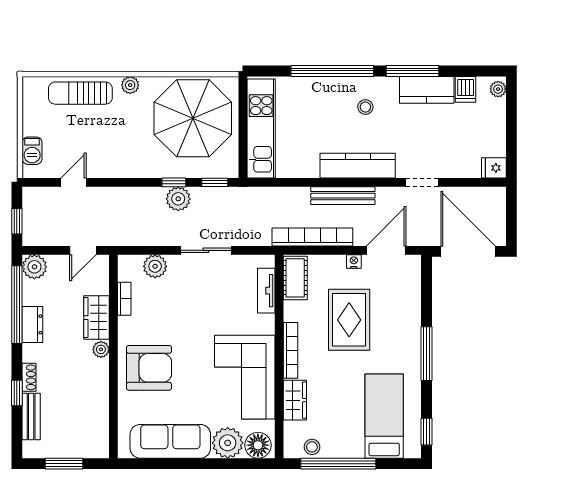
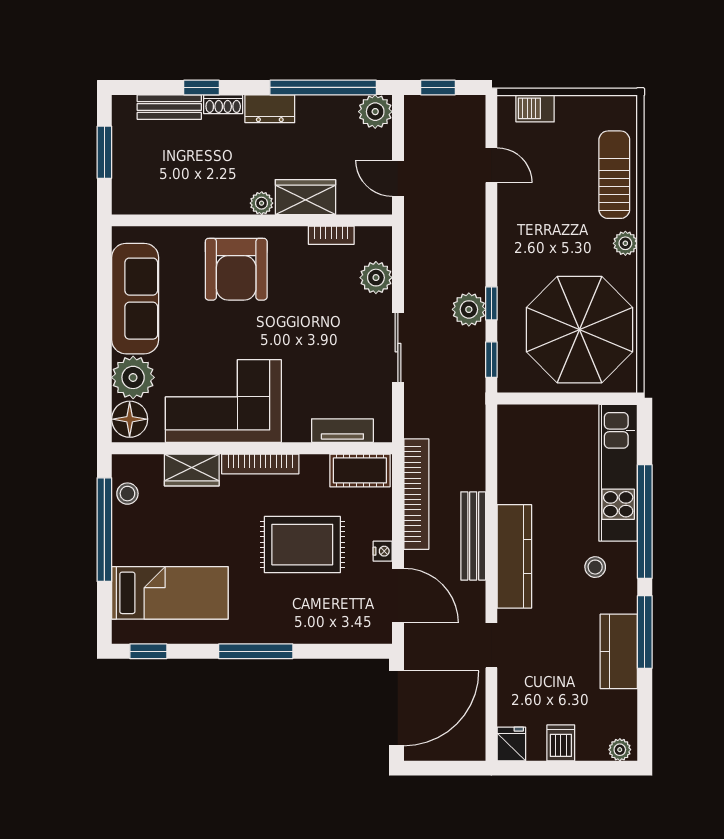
dishwasher: (466, 89) -> (561, 743), moved, turned 90
kitchen unit: (261, 128) -> (618, 473), moved, turned 90
dresser: (32, 324) -> (270, 109), moved

